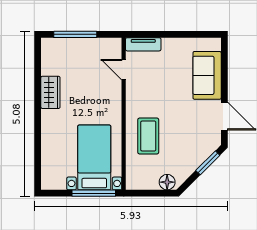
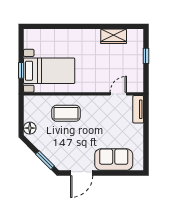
window: (75, 34) -> (146, 56), width x0.46
wardrobe: (50, 92) -> (114, 36), moved
window: (94, 193) -> (21, 70), width x0.46

